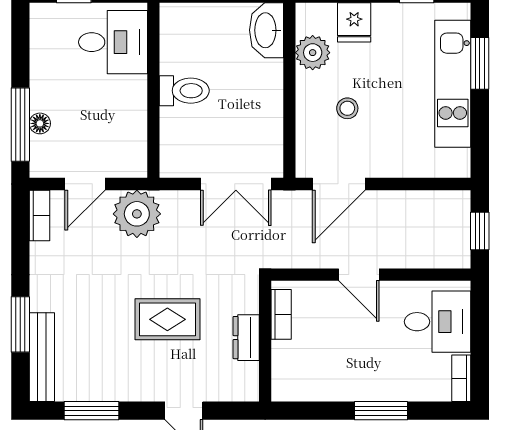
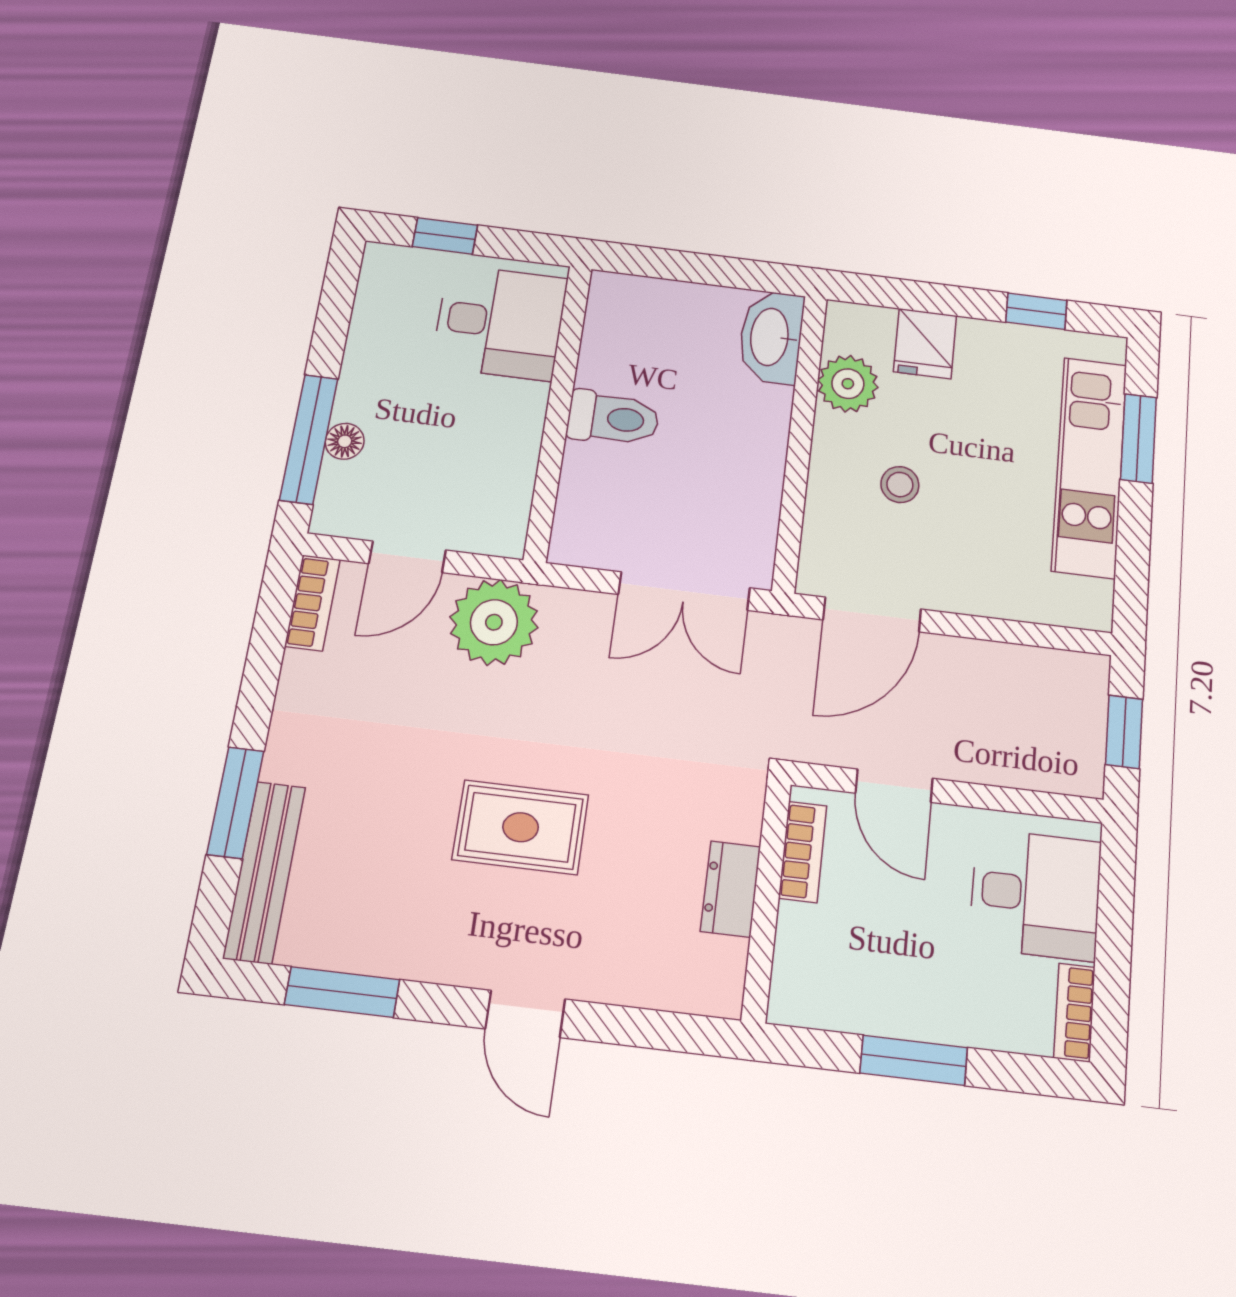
bookcase: (281, 314) -> (803, 852), moved
dresser: (246, 338) -> (731, 889), moved
wall: (265, 341) -> (766, 900), moved

